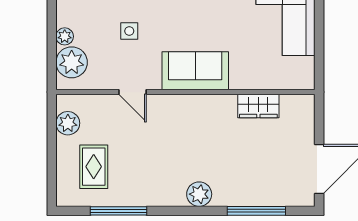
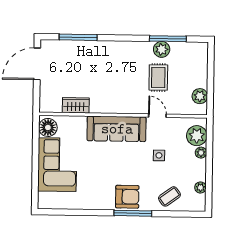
sofa: (195, 71) -> (117, 129), width x1.36
floor lamp: (301, 71) -> (48, 127), added
rug: (94, 167) -> (158, 78), moved
plant: (199, 194) -> (162, 49), moved

